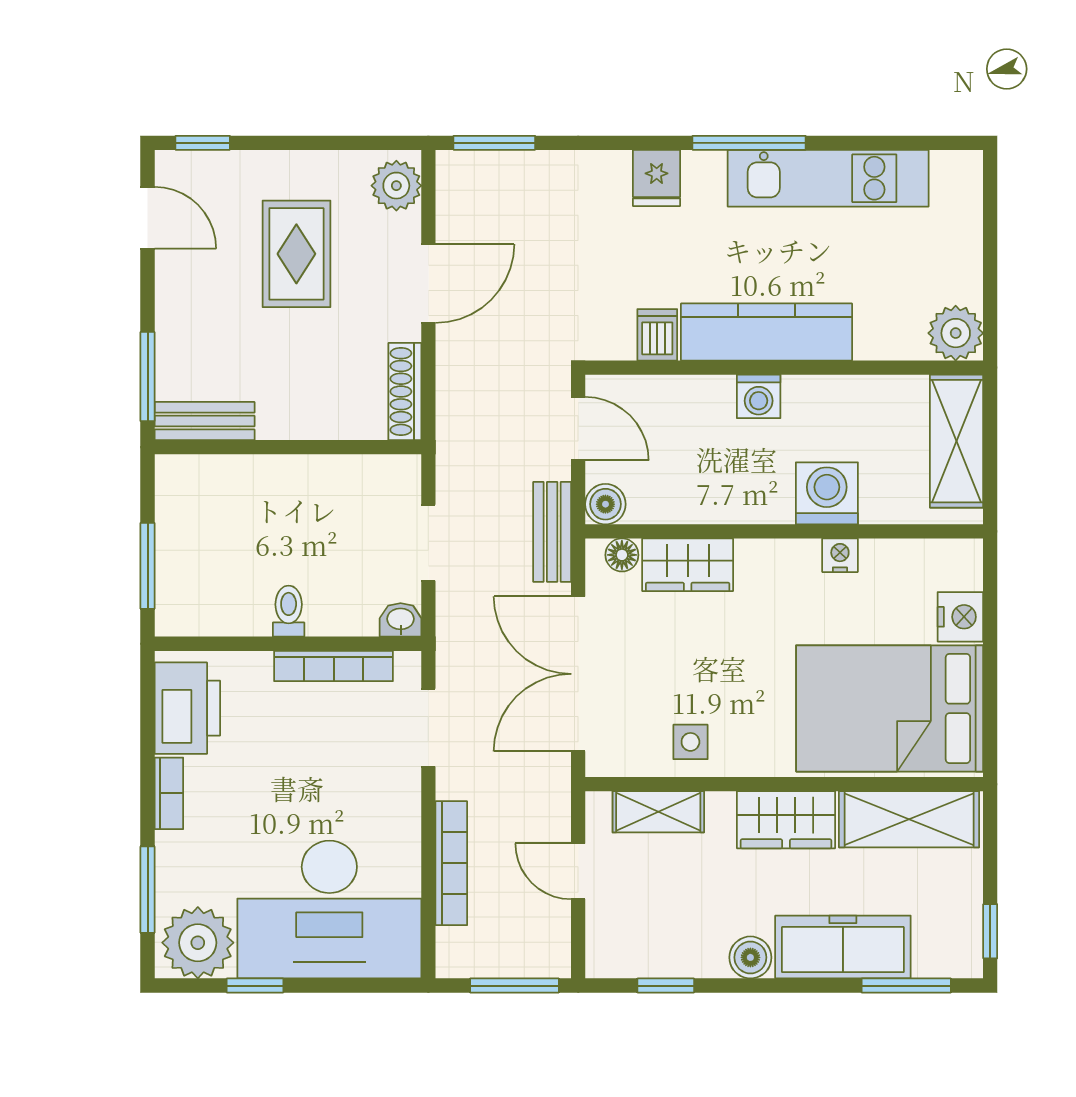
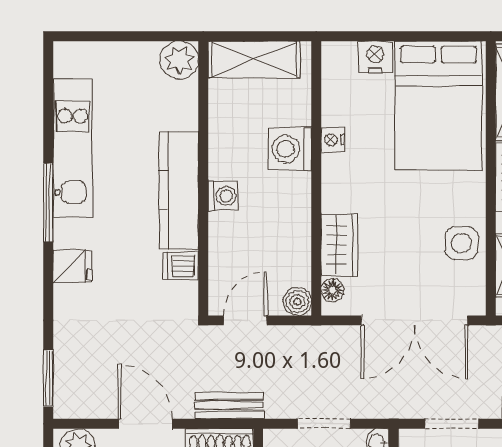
bench: (552, 532) -> (229, 406), moved
side table: (690, 742) -> (462, 243), width x1.37, depth x1.37

